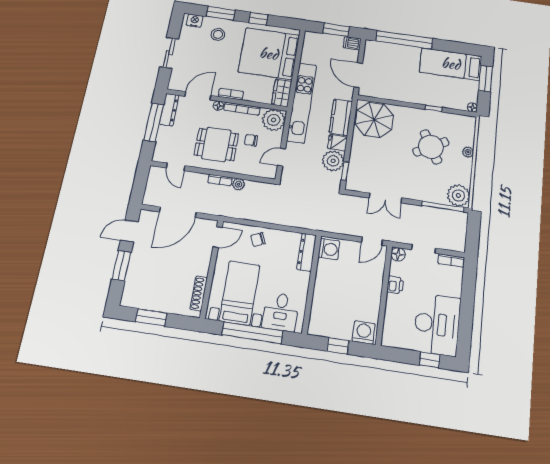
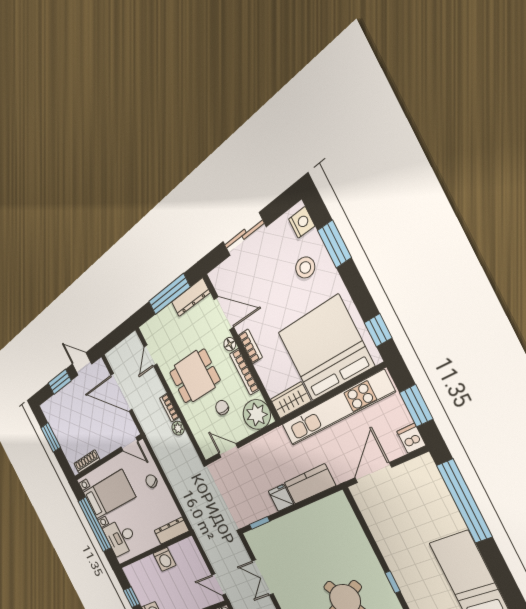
window: (258, 19) -> (378, 330), moved
kitchen unit: (302, 103) -> (336, 409), moved
parasol: (374, 120) -> (332, 522), removed
dining table: (216, 144) -> (195, 376), turned 90
plant: (333, 161) -> (261, 505), removed
washing machine: (329, 249) -> (164, 559), moved

